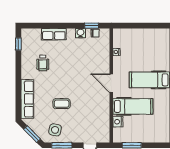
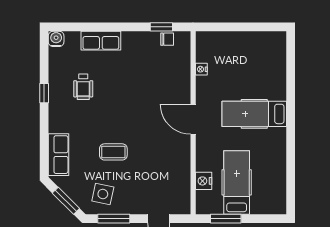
water cooler: (81, 33) -> (56, 39), moved
window: (18, 44) -> (44, 93), moved
row of seats: (27, 99) -> (58, 155), width x0.68
hospital bed: (133, 106) -> (237, 182), moved, turned -90

